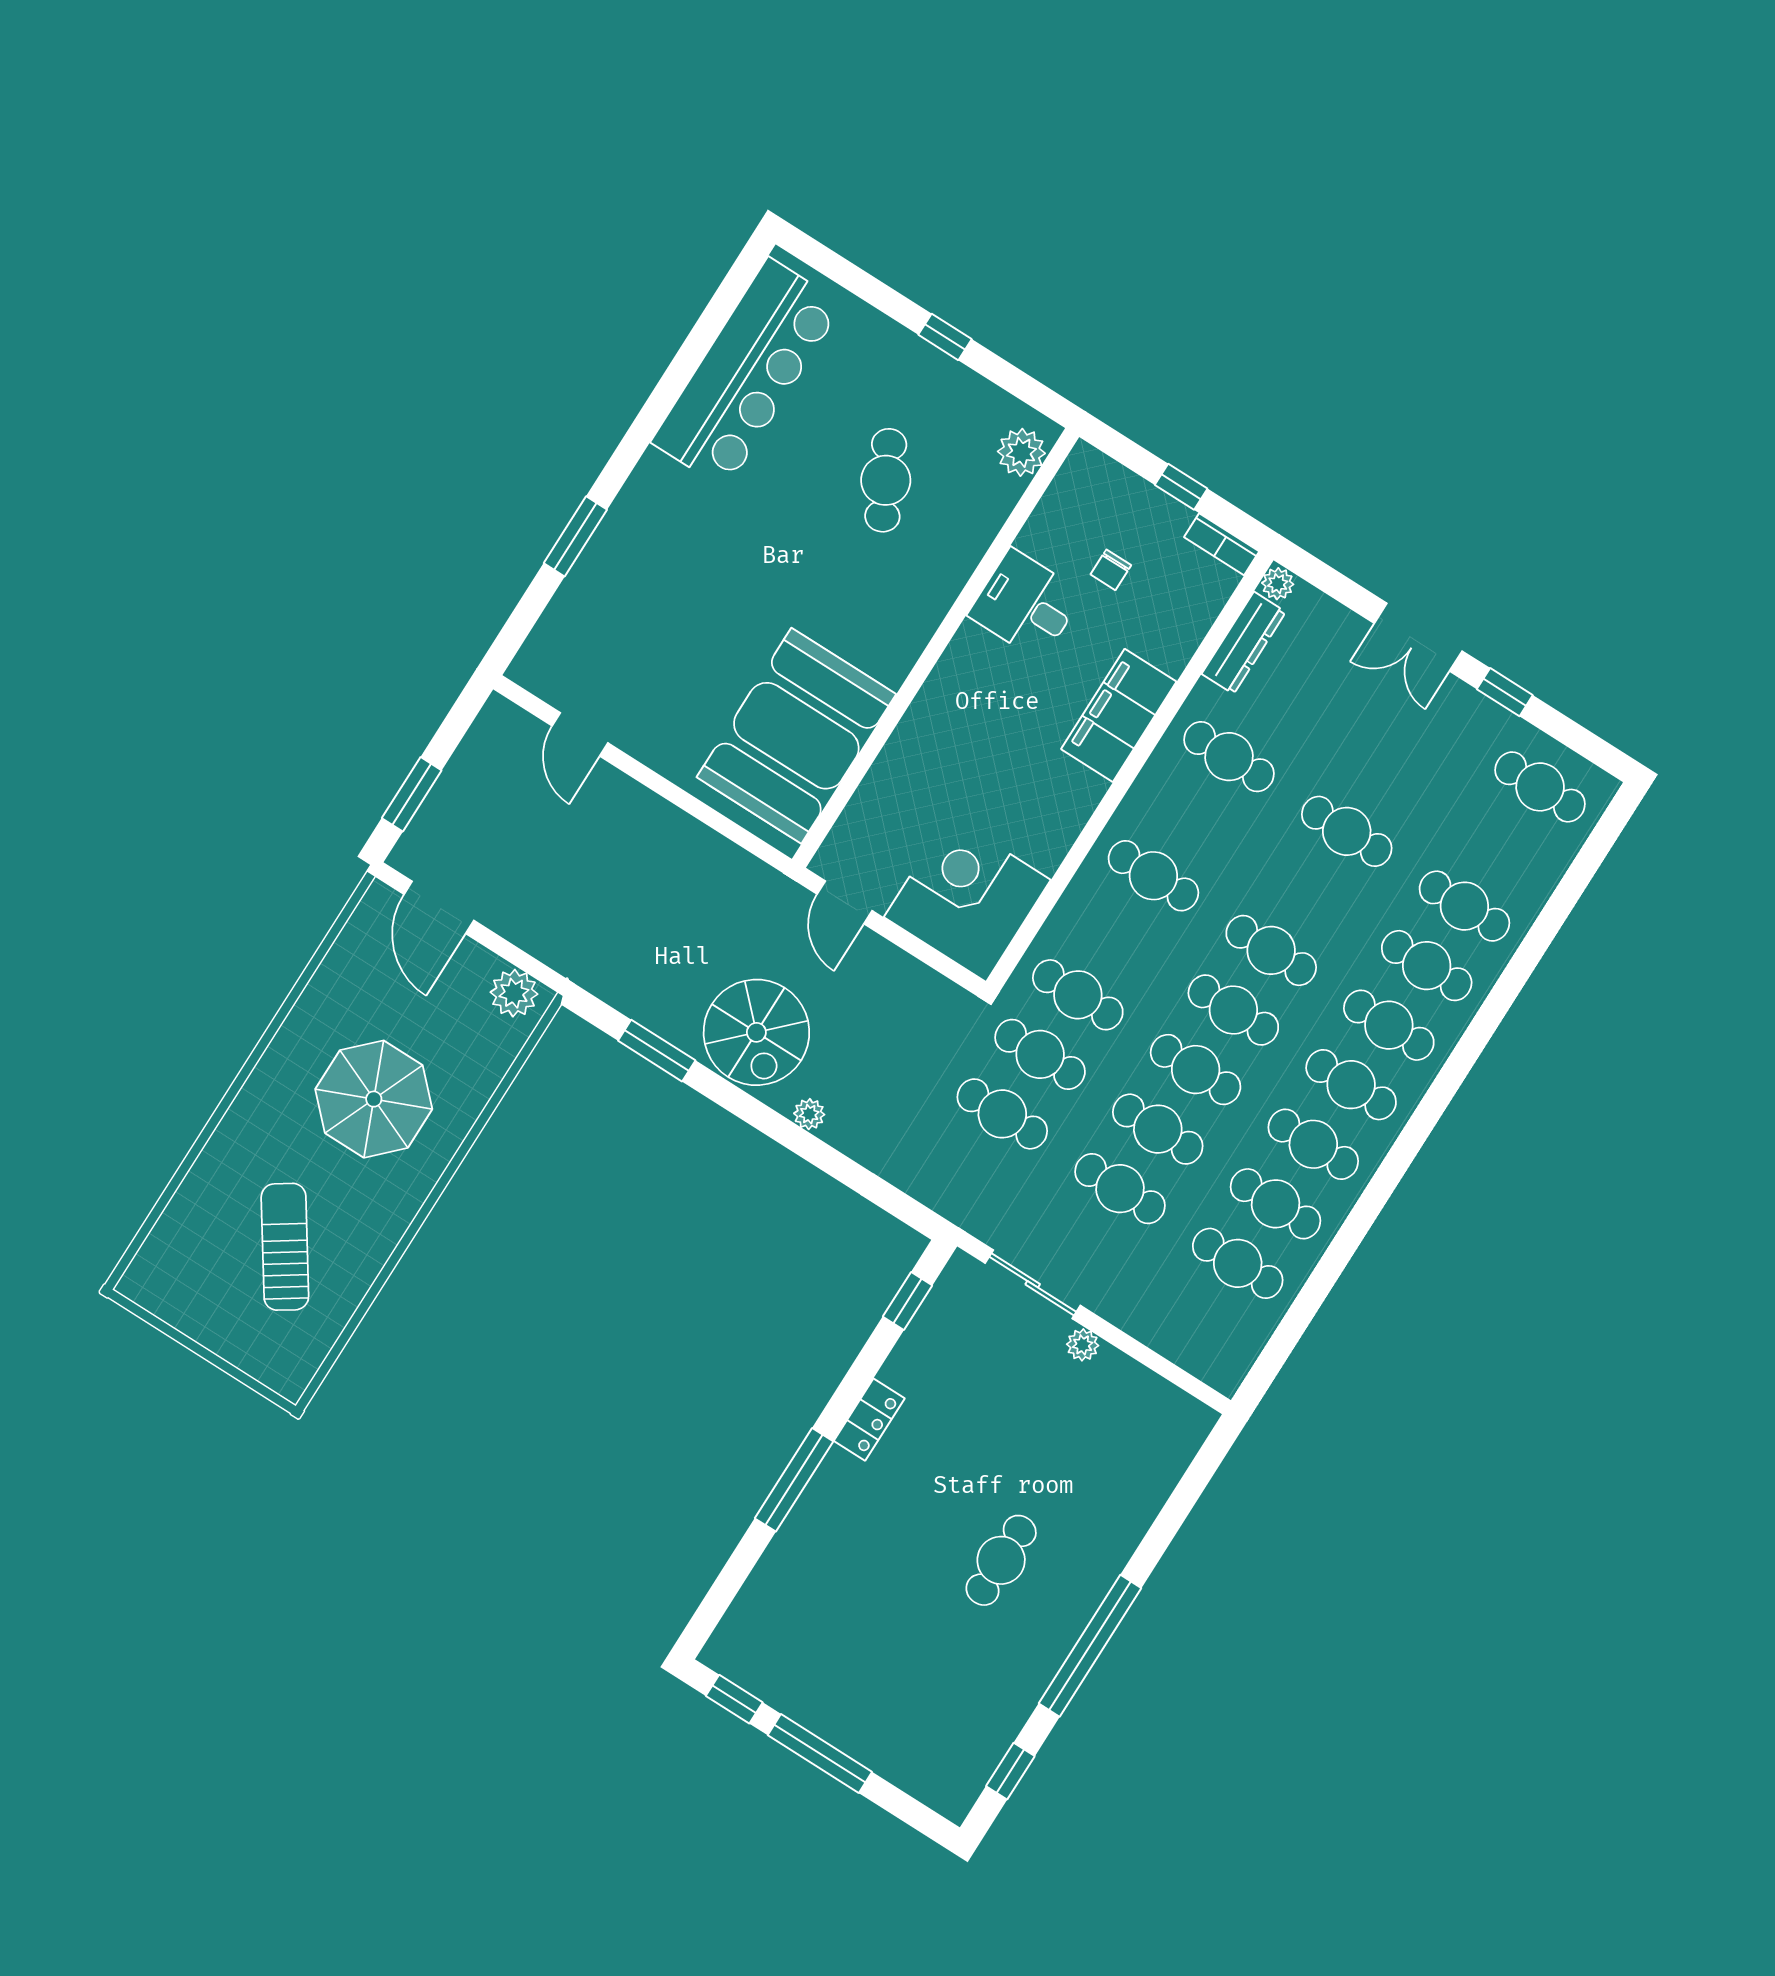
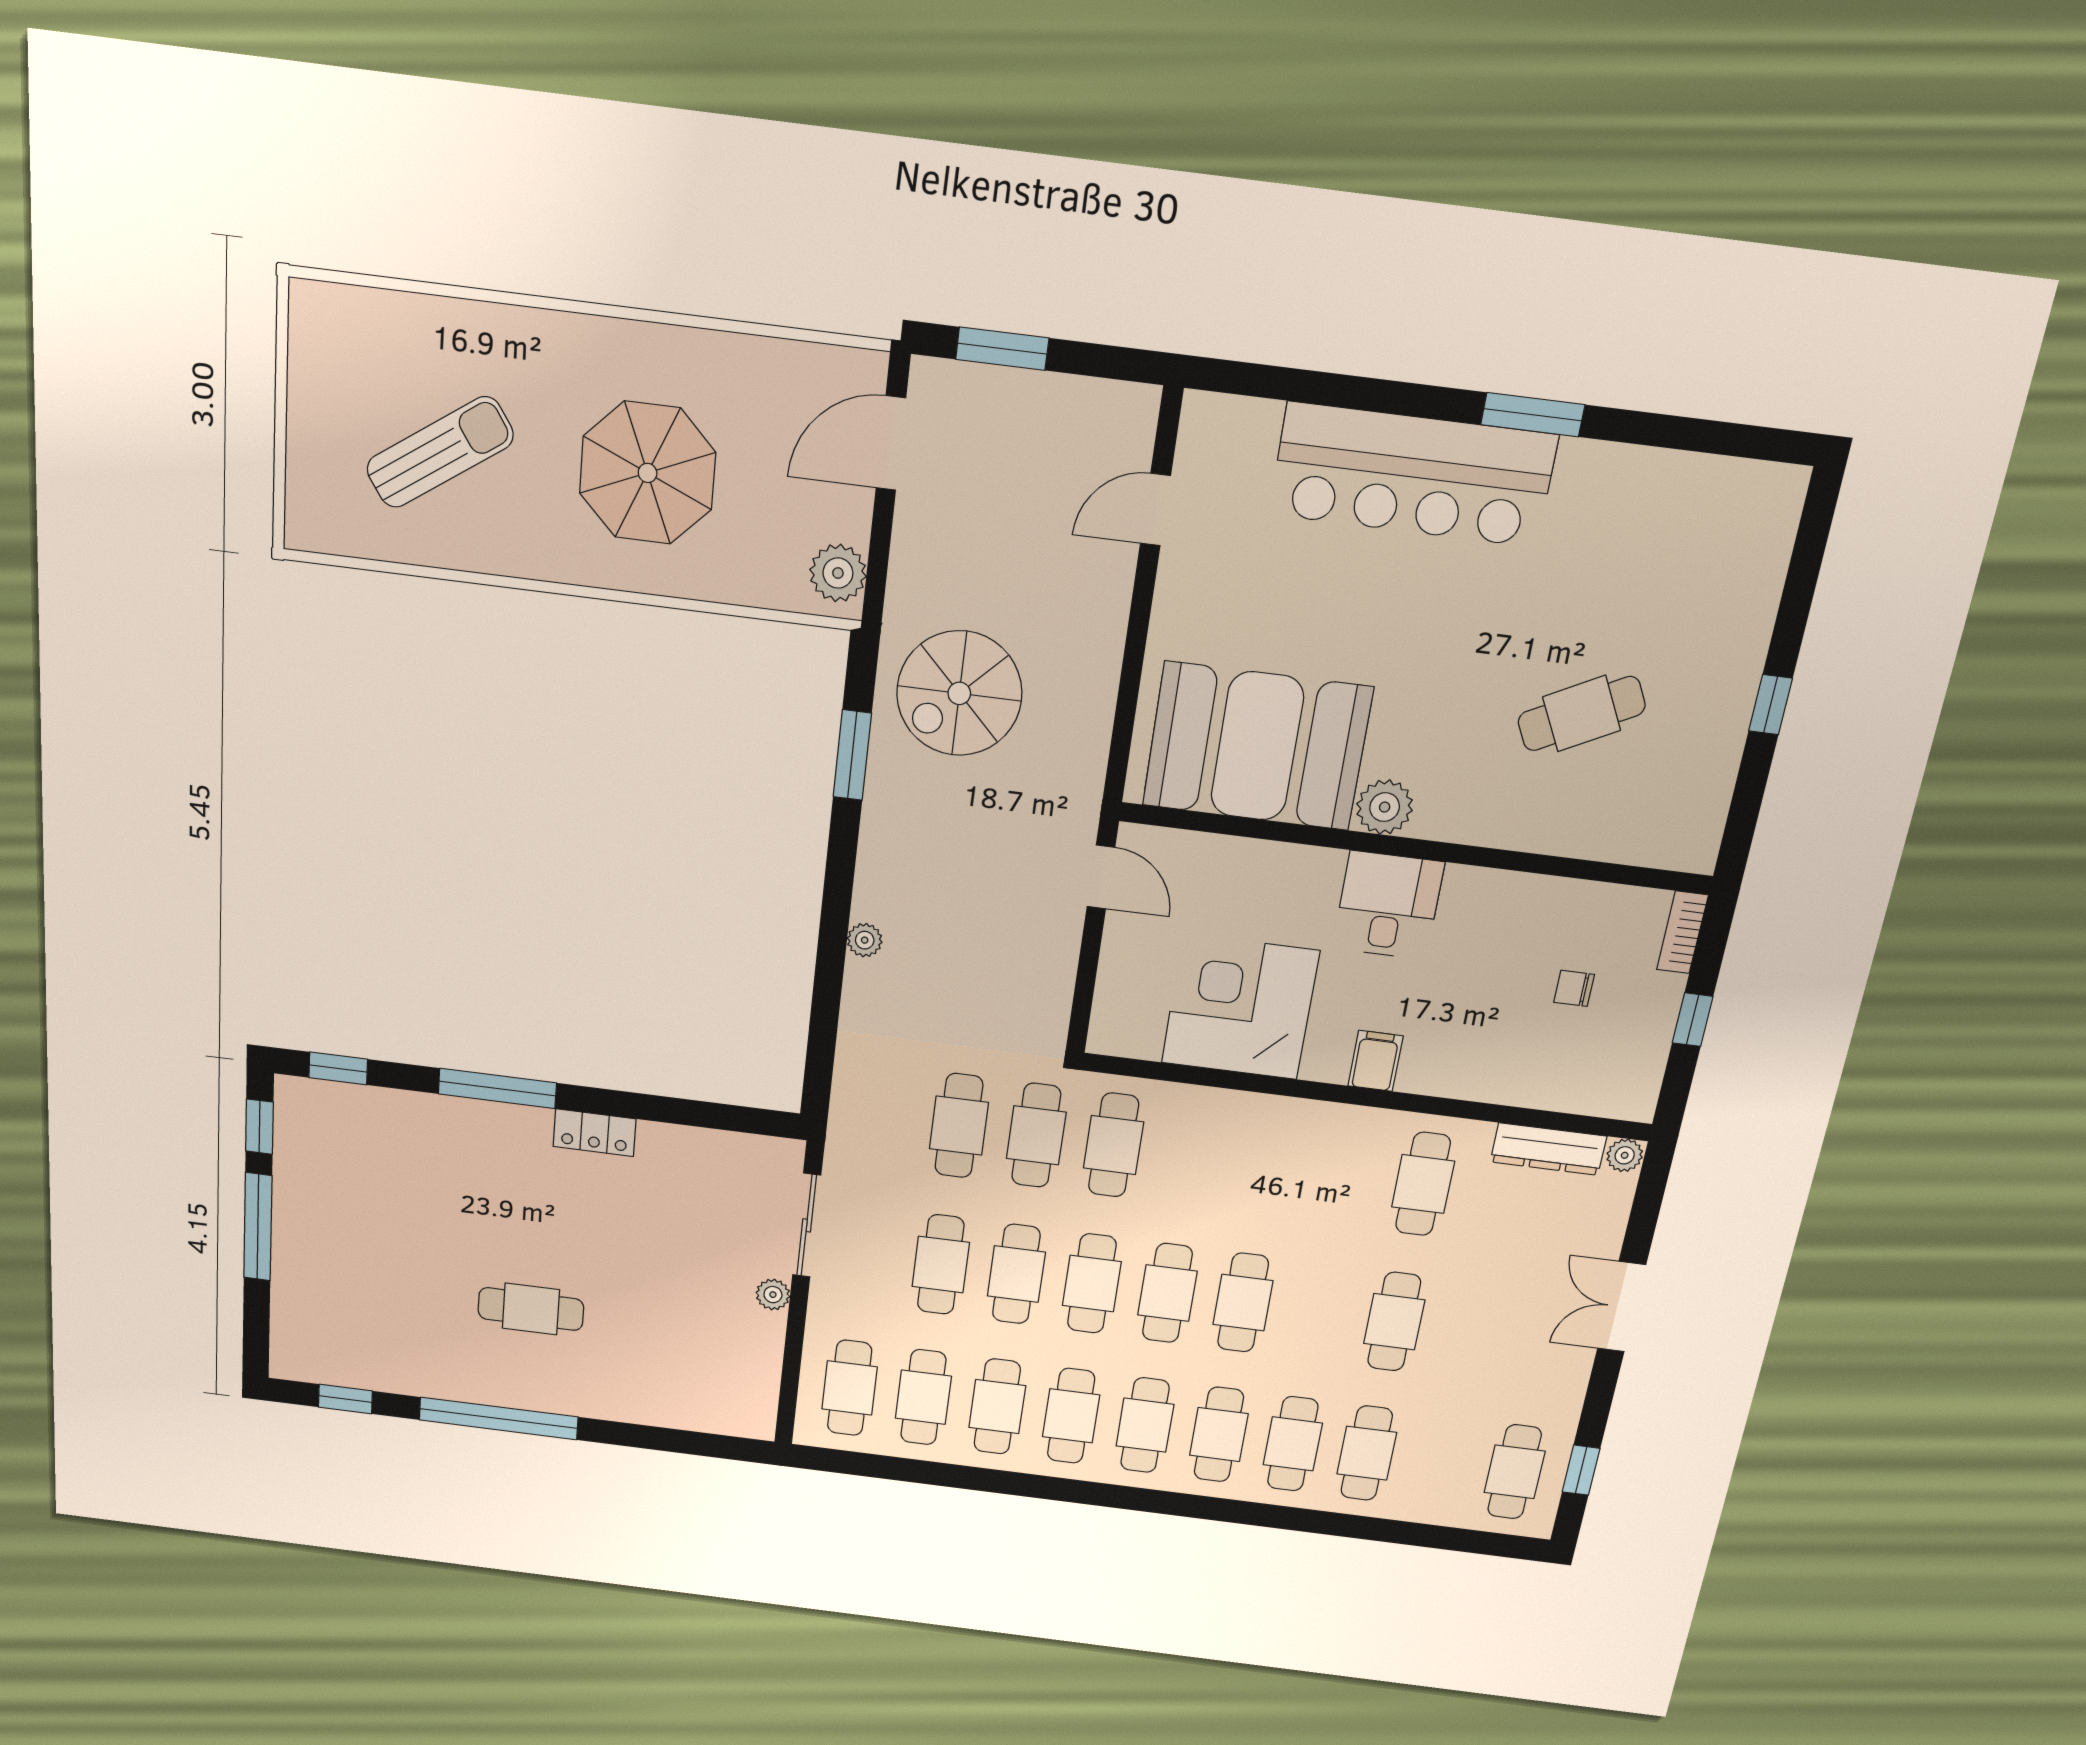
bar counter: (747, 373) -> (1413, 475), moved
plant: (1021, 452) -> (1385, 807), moved
window: (575, 536) -> (1533, 415), moved
bookcase: (1222, 544) -> (1682, 932), moved
desk: (1026, 604) -> (1388, 905), moved
window: (1505, 692) -> (1581, 1470), moved
filing cabinet: (1119, 715) -> (1375, 1061), width x0.33, depth x0.86
cafe table: (1153, 876) -> (850, 1388), moved
corner desk: (967, 899) -> (1240, 1007), moved, turned -90
door: (845, 902) -> (1101, 877), swing flipped
spiral stairs: (756, 1032) -> (959, 693), moved
window: (908, 1301) -> (338, 1068), moved

